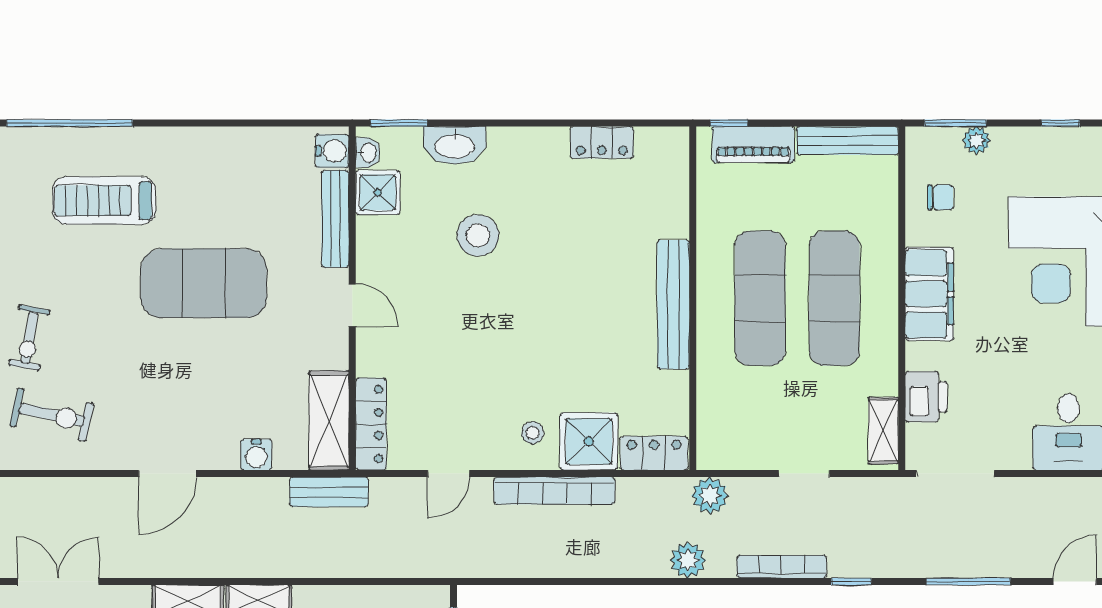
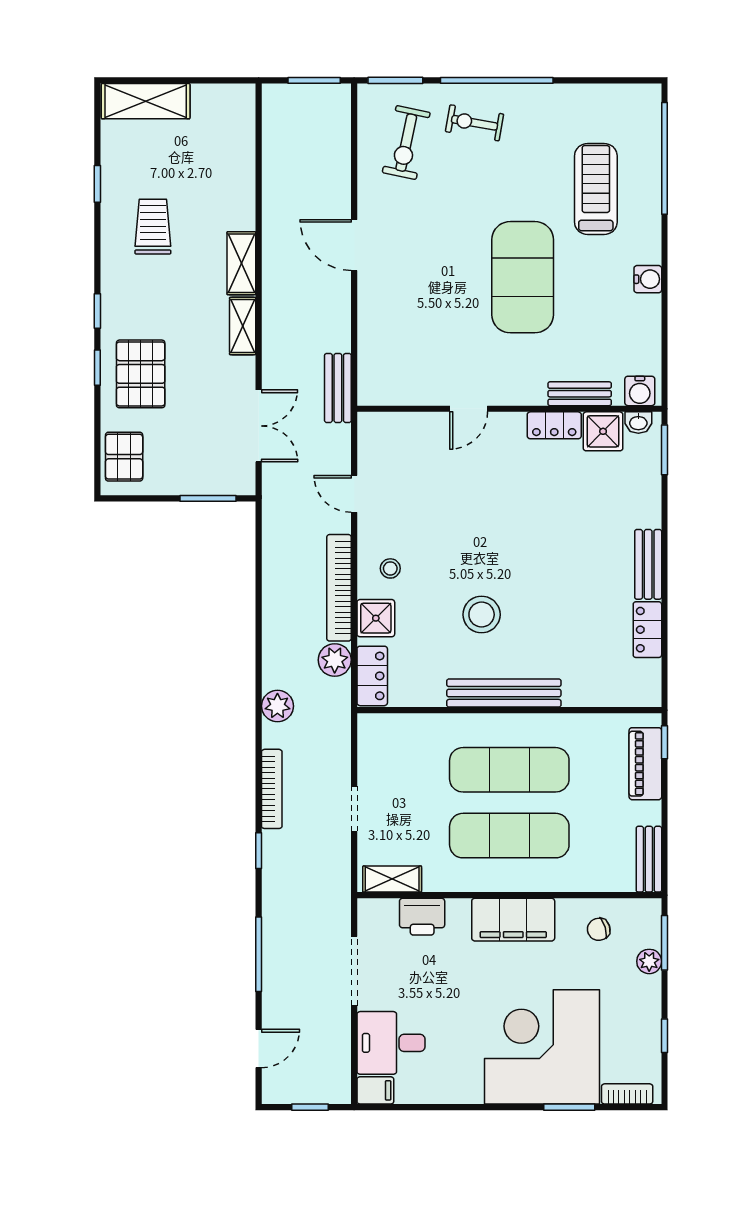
bench: (528, 141) -> (648, 564), added
bench: (847, 141) -> (649, 859), width x0.73
washbasin: (455, 145) -> (645, 499), removed
chair: (940, 197) -> (599, 929), turned 73
bench: (335, 219) -> (580, 394), width x0.73
stool: (478, 235) -> (482, 615), moved
door: (352, 305) -> (469, 409), moved
shelving: (329, 421) -> (401, 388), removed
locker: (371, 424) -> (554, 425), moved, width x0.66
shower: (589, 441) -> (376, 618), width x0.73, depth x0.73
water cooler: (256, 455) -> (648, 279), moved, turned 180
doorway: (955, 474) -> (354, 971), moved
plant: (710, 495) -> (335, 660), moved
double door: (58, 581) -> (259, 426), moved
door: (1075, 581) -> (259, 1049), hinge flipped

